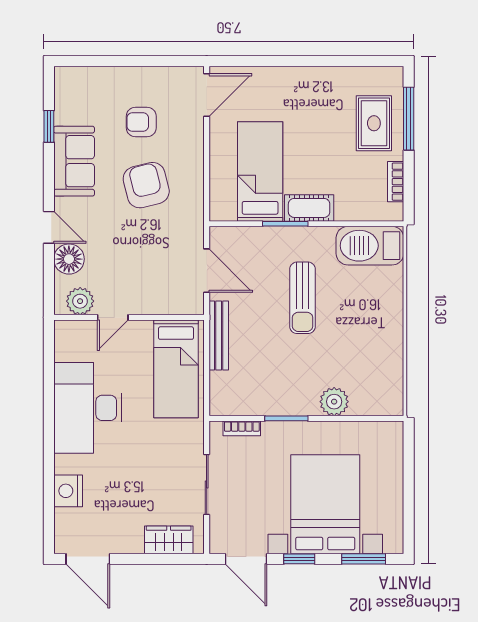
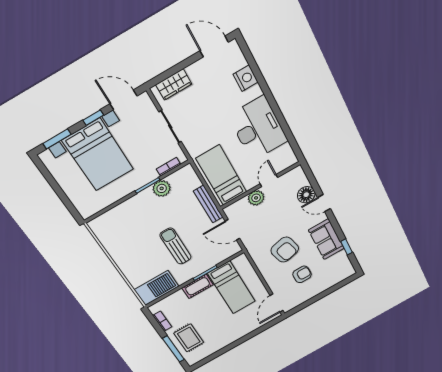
plant: (80, 301) -> (256, 198), moved
plant: (334, 402) -> (162, 188), moved

